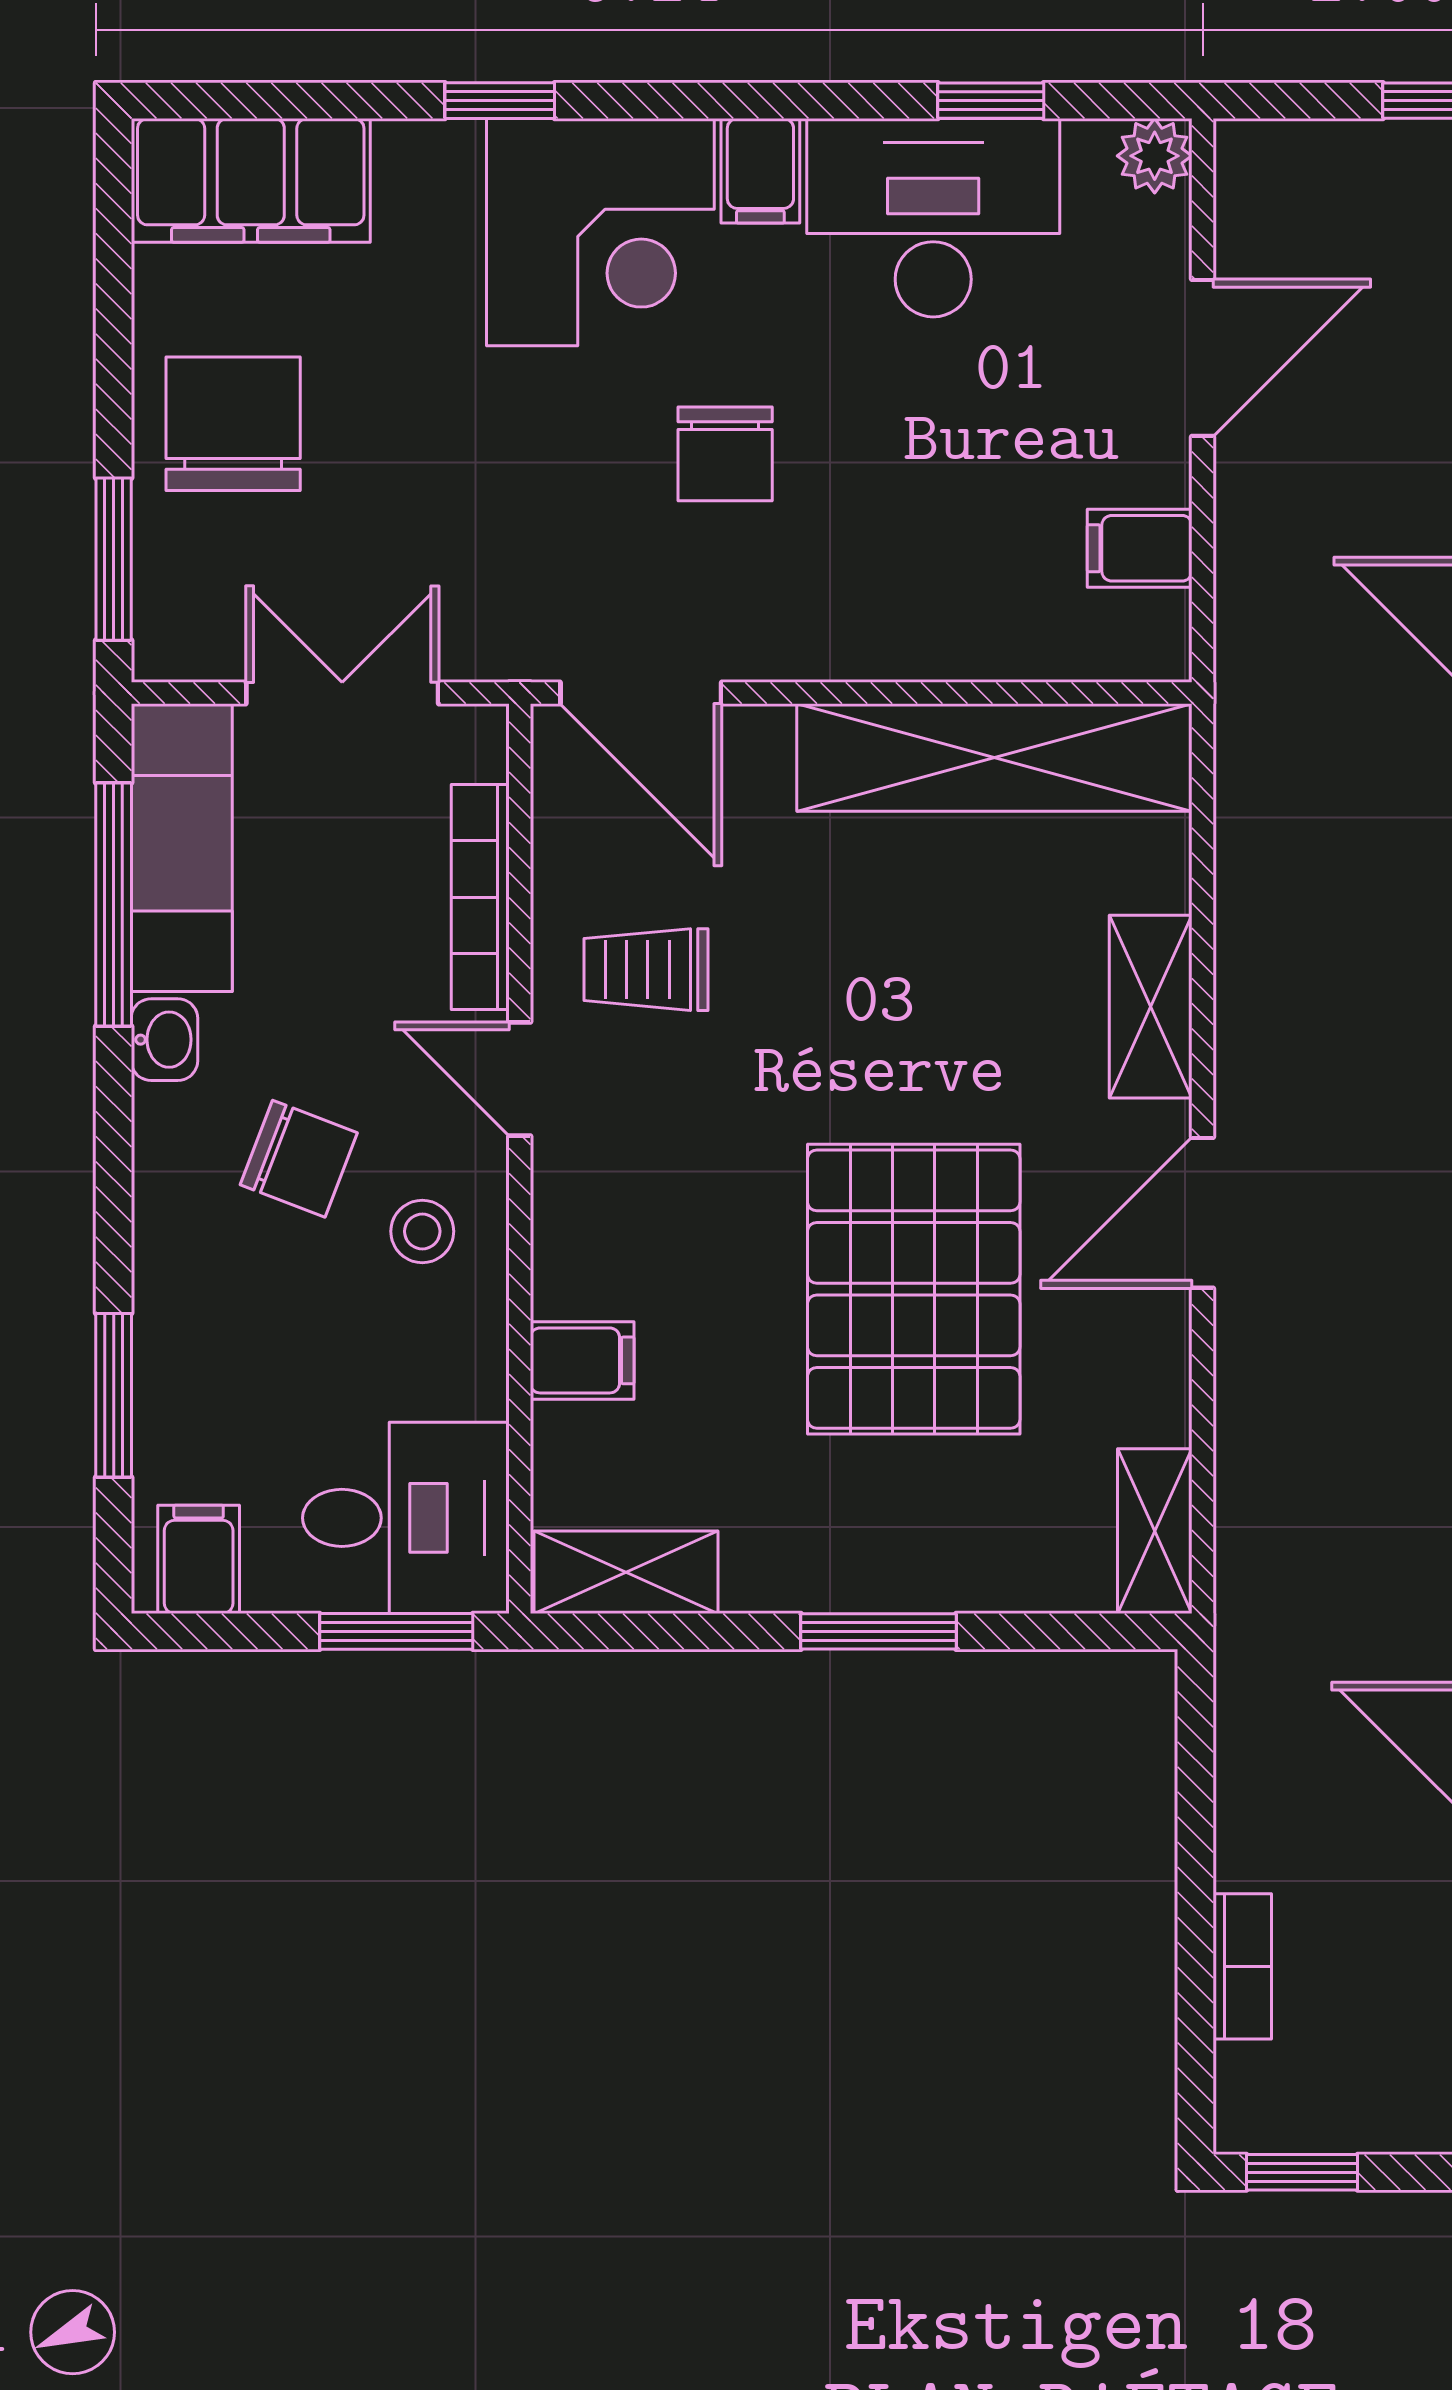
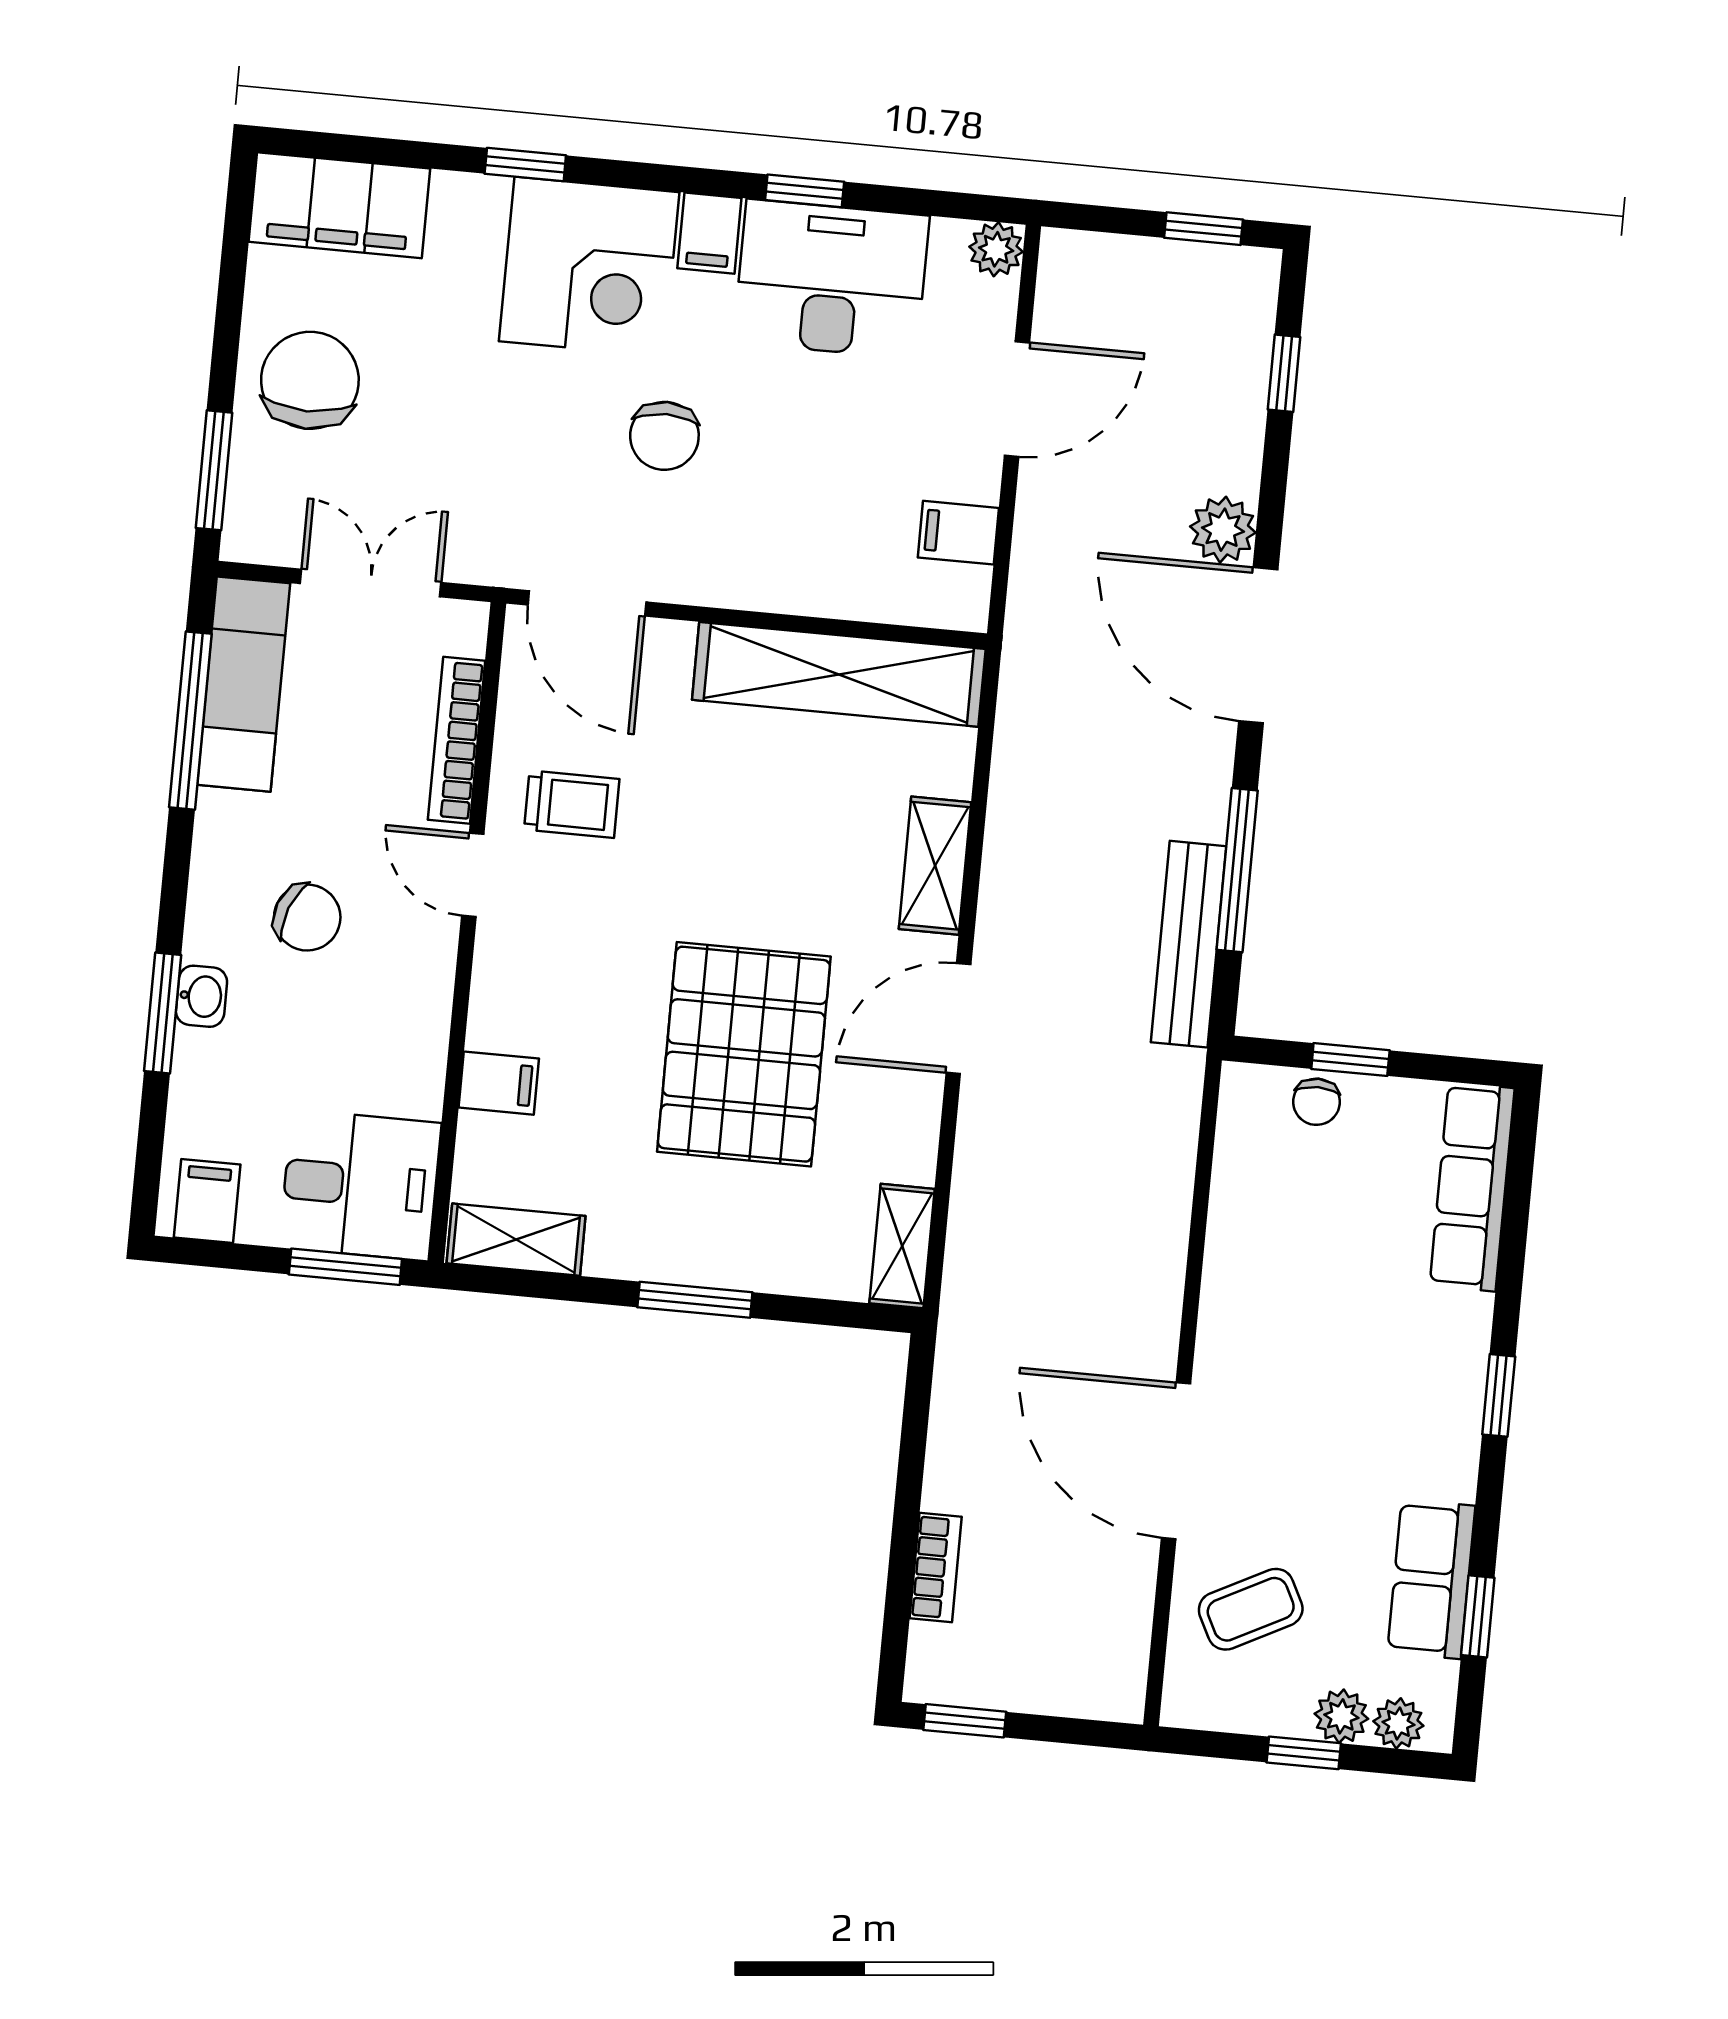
window: (991, 101) -> (805, 191), moved
trolley: (646, 970) -> (572, 804), turned 180
washbasin: (164, 1040) -> (201, 996), moved
stool: (422, 1231) -> (392, 979), removed
window: (114, 1395) -> (163, 1013), moved

